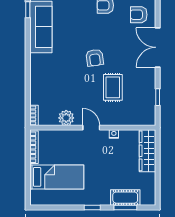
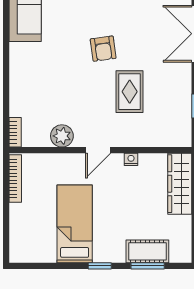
door: (91, 128) -> (98, 150), swing flipped
bed: (57, 177) -> (75, 224), moved, turned -90

